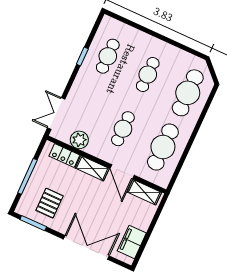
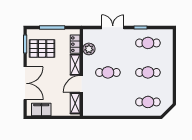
cafe table: (188, 93) -> (148, 102), width x0.73, depth x0.74
double door: (56, 114) -> (113, 27), moved
cafe table: (163, 147) -> (108, 102), removed
pallet: (50, 203) -> (42, 48), width x1.50, depth x1.42

